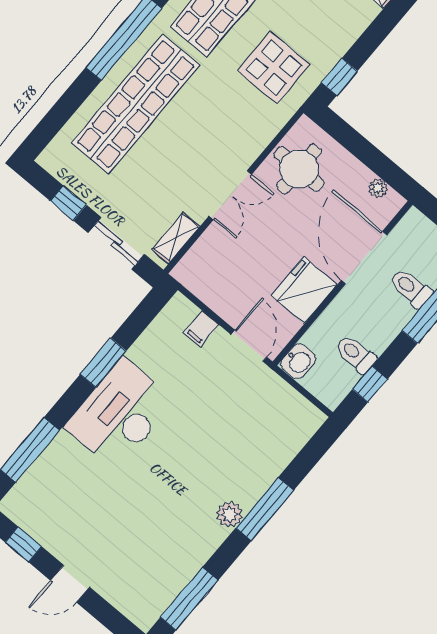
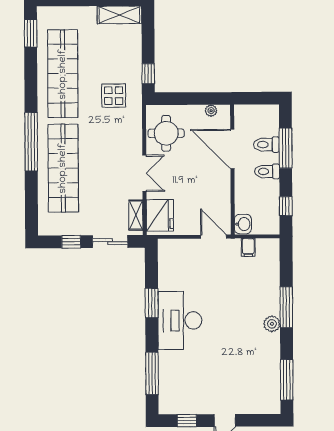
display table: (274, 68) -> (114, 96), width x0.73, depth x0.73
fridge: (304, 290) -> (160, 215), moved, turned 180
filing cabinet: (201, 329) -> (248, 247), moved
toilet: (356, 354) -> (267, 171), moved

